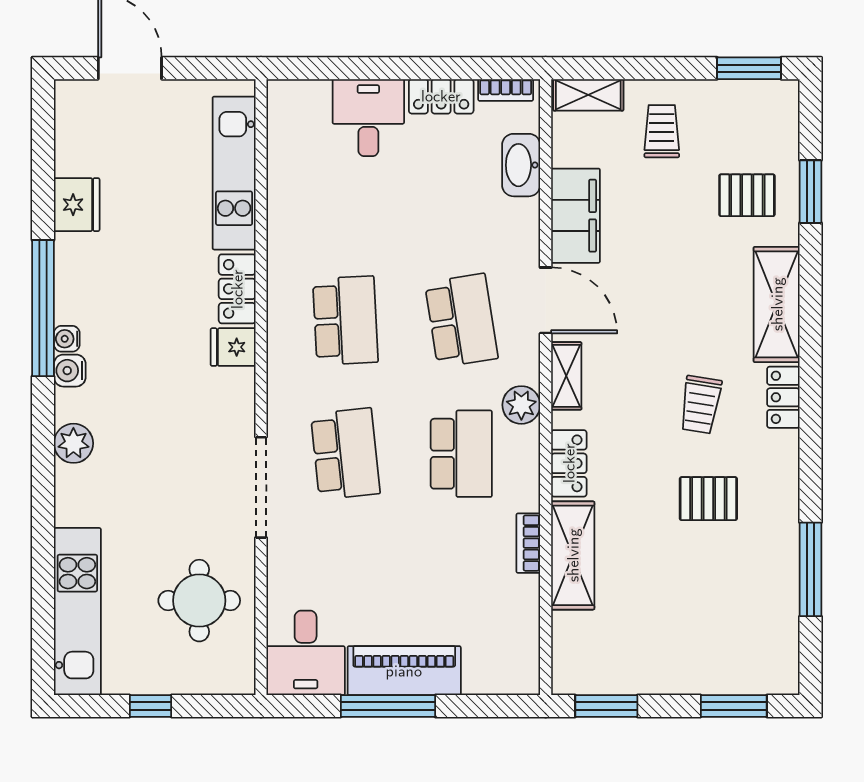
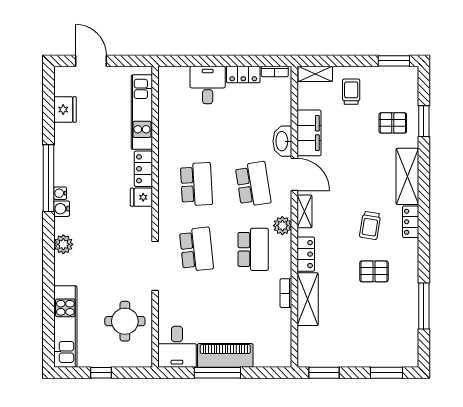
washbasin: (521, 165) -> (282, 141), moved
fridge: (77, 205) -> (65, 110), moved

